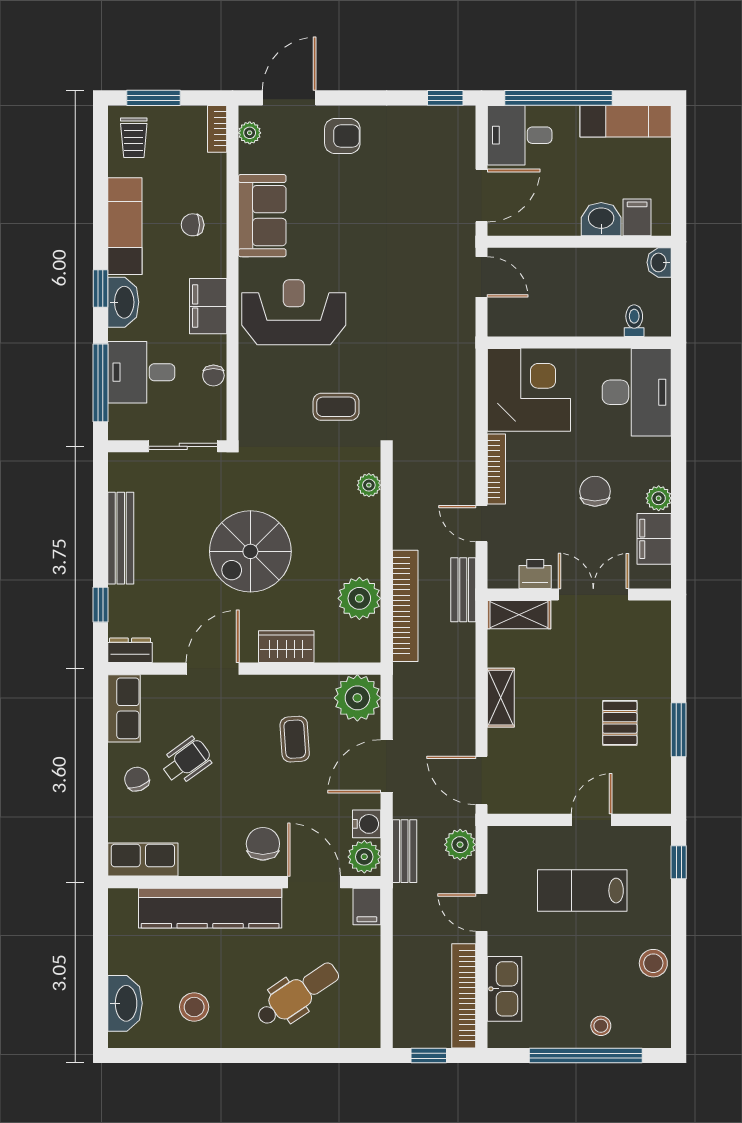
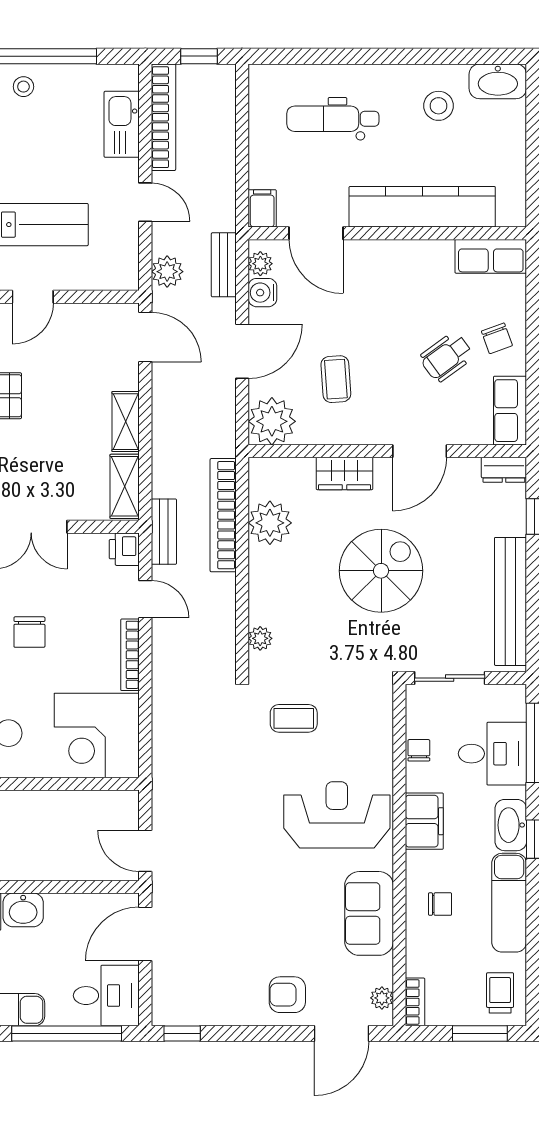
reception desk: (294, 312) -> (337, 815), turned 180
bench: (121, 538) -> (511, 601), width x1.37, depth x1.21
printer: (535, 574) -> (124, 549), moved, turned 90
shelving: (519, 615) -> (125, 486), moved, turned 90
chair: (263, 844) -> (368, 272), removed
plant: (364, 857) -> (260, 264), width x0.73, depth x0.73
dental chair: (298, 994) -> (333, 119), turned 34
washbasin: (125, 1003) -> (498, 81), moved, turned -90

